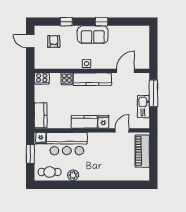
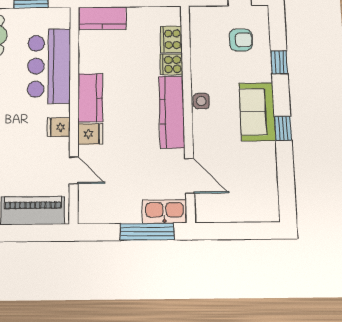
cooker: (42, 79) -> (171, 39), moved
kitchen sink: (143, 106) -> (165, 211), moved
fridge: (41, 138) -> (59, 127), moved

